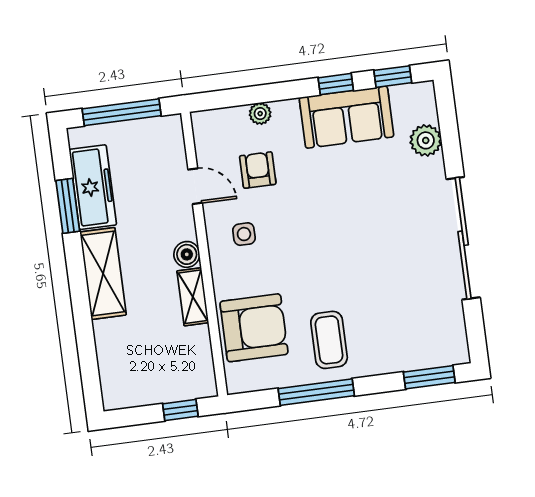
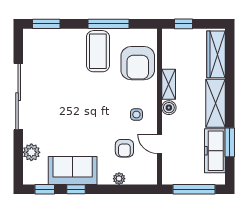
armchair: (254, 328) -> (138, 63), turned -90
coffee table: (329, 340) -> (98, 51), width x1.36, depth x1.32
wardrobe: (114, 362) -> (216, 54), added

